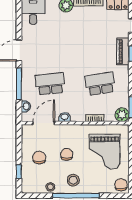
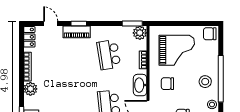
washbasin: (65, 117) -> (140, 85), width x1.91, depth x1.45
chair: (67, 154) -> (167, 84), moved

